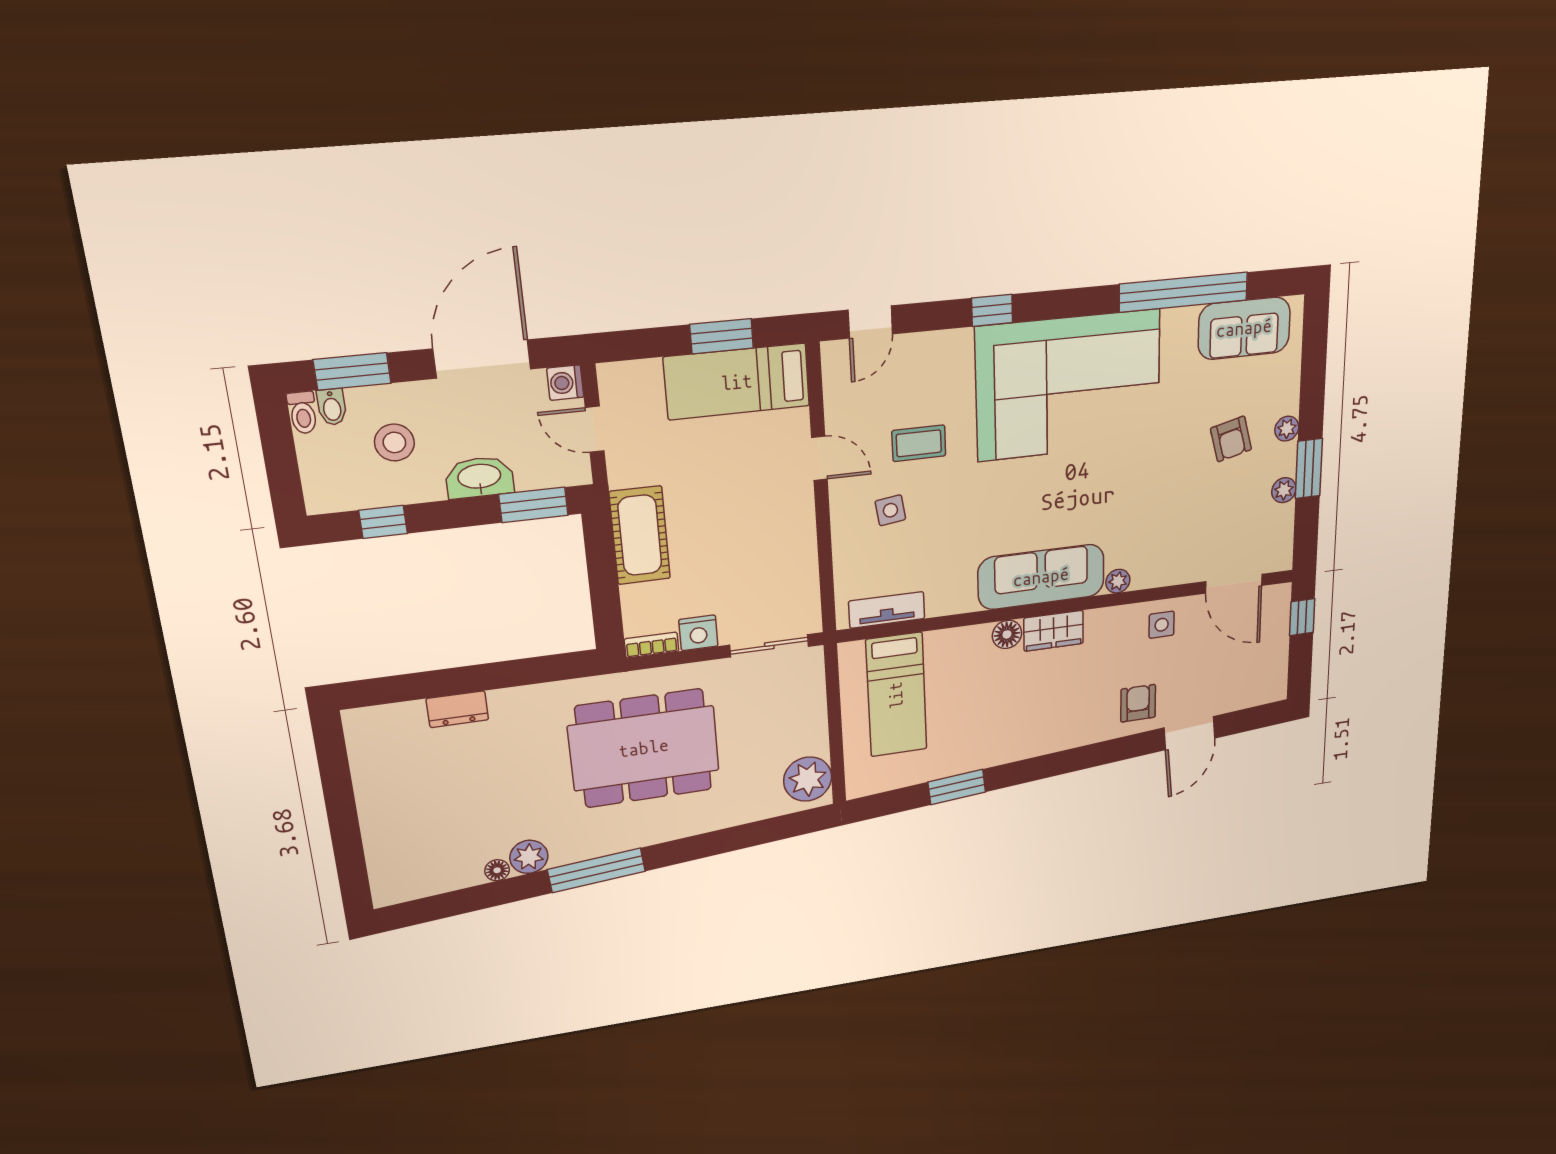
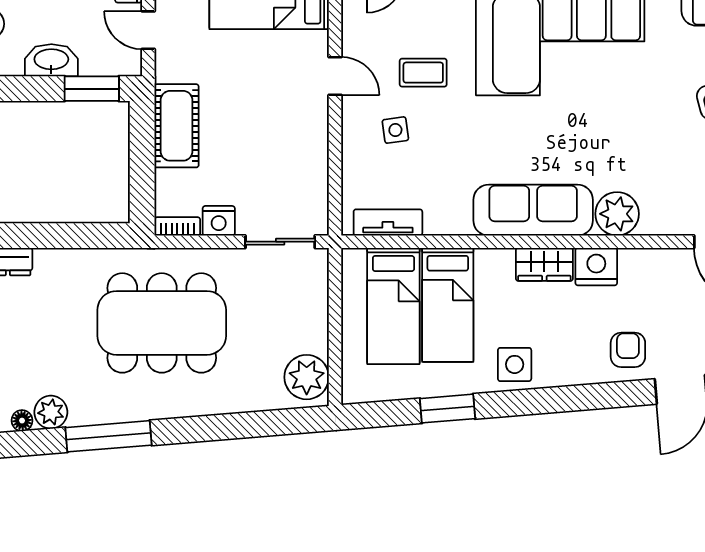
plant: (1118, 581) -> (617, 214), width x1.87, depth x1.87
side table: (1162, 625) -> (515, 364), moved, width x1.37, depth x1.37
nightstand: (1107, 626) -> (596, 267), added
floor lamp: (1007, 634) -> (500, 262), removed
bed: (954, 686) -> (448, 305), added

